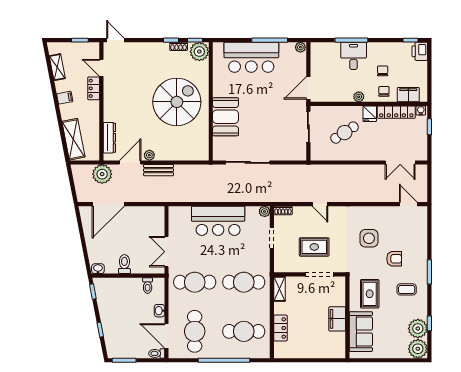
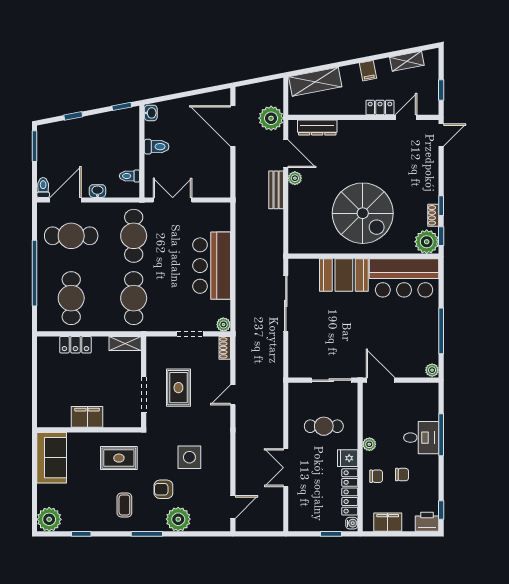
bar counter: (251, 57) -> (404, 278), moved, turned -90
filing cabinet: (408, 95) -> (388, 522), moved, turned -90
cafe table: (345, 133) -> (324, 426), turned -57
double door: (400, 162) -> (286, 468), moved
armchair: (394, 259) -> (163, 489), turned 90
plant: (418, 329) -> (178, 519), moved
sofa: (361, 332) -> (52, 458), moved, turned -90

